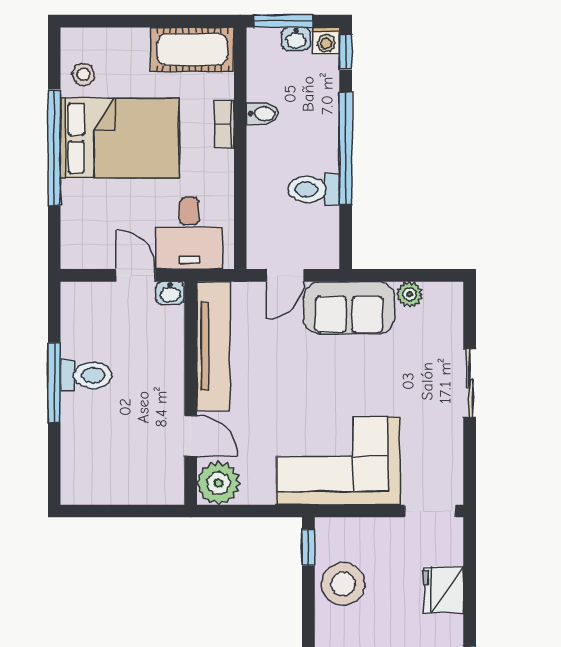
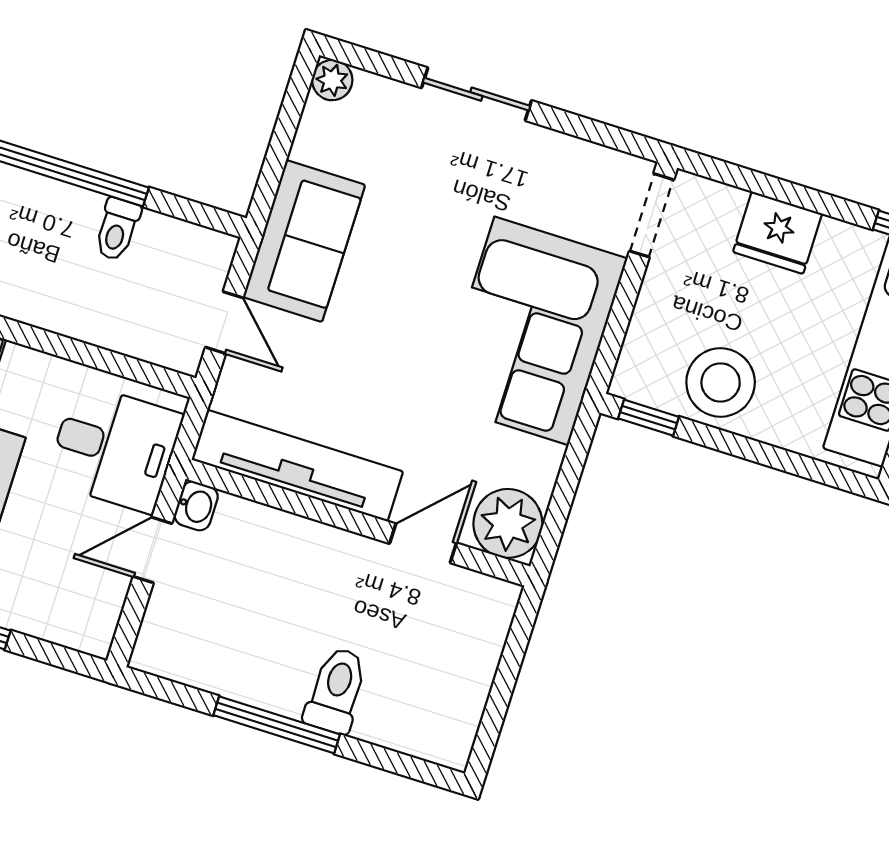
toilet: (314, 189) -> (117, 229), width x0.73, depth x0.72
plant: (410, 294) -> (332, 80), moved
toilet: (86, 375) -> (336, 690), moved

